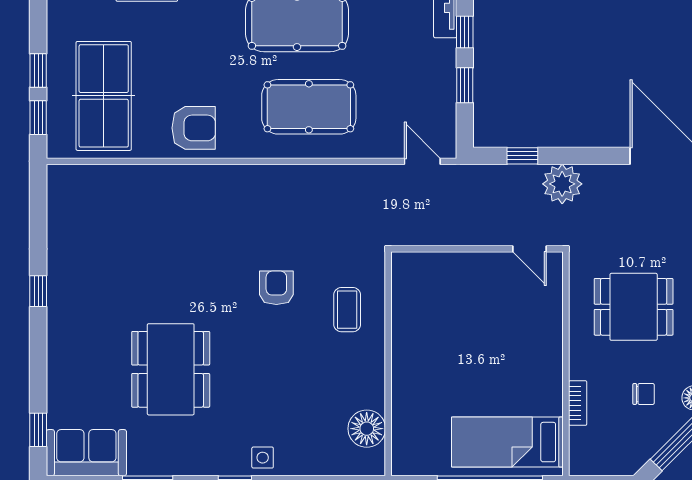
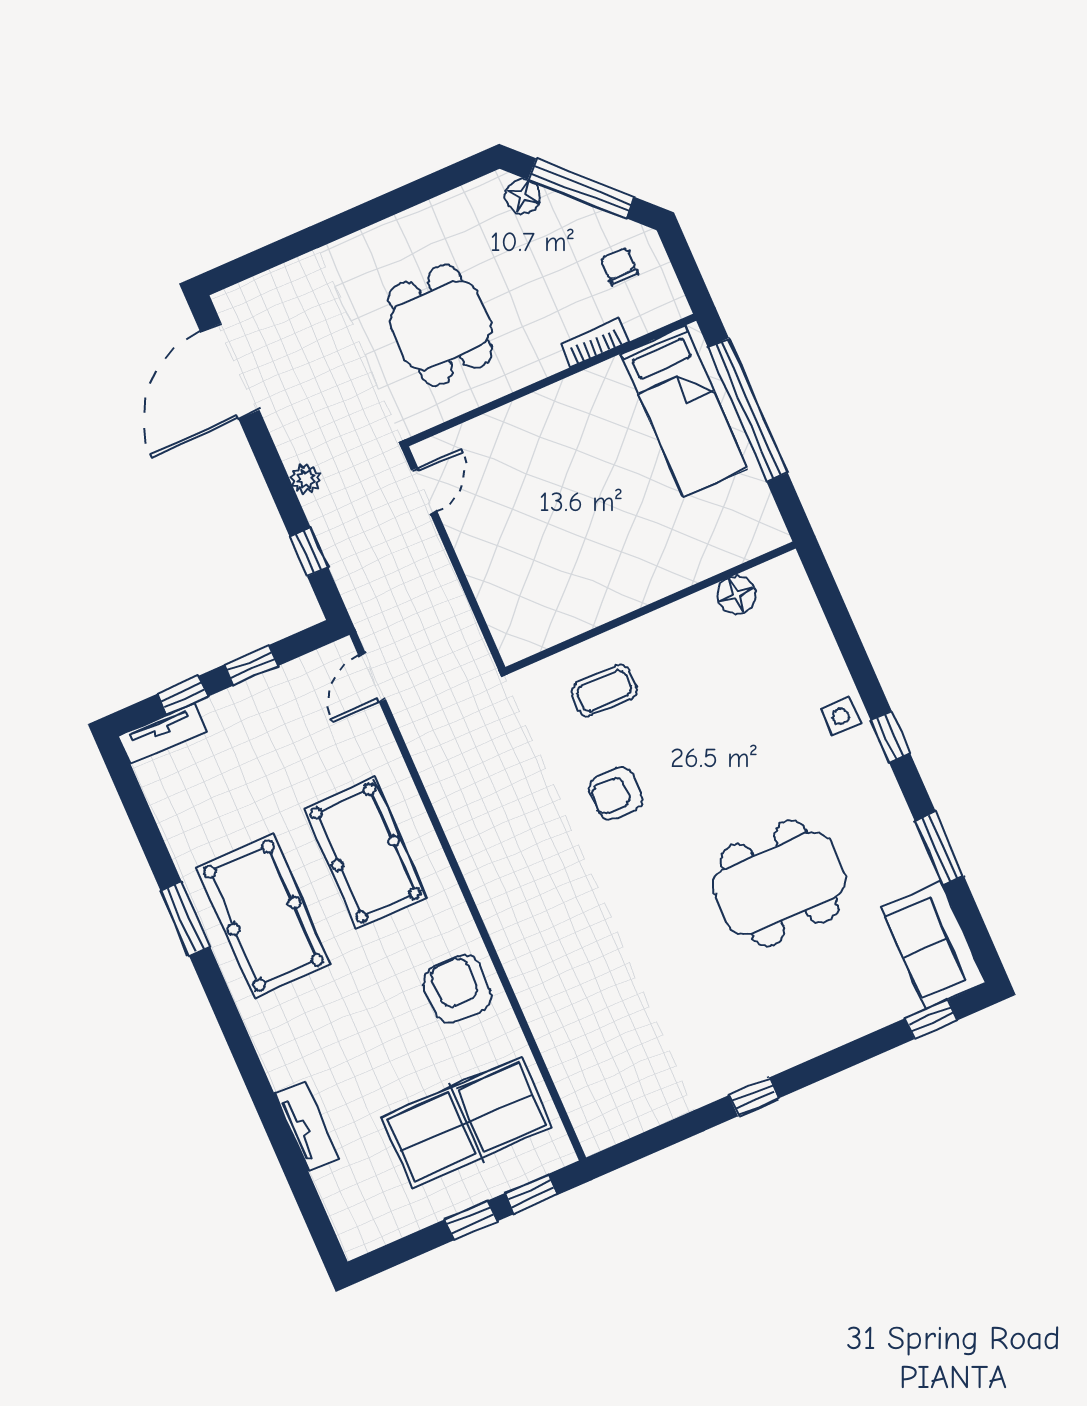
plant: (562, 184) -> (306, 479), width x0.53, depth x0.53
chair: (644, 394) -> (619, 266), moved
floor lamp: (367, 429) -> (736, 595), width x0.73, depth x0.73

